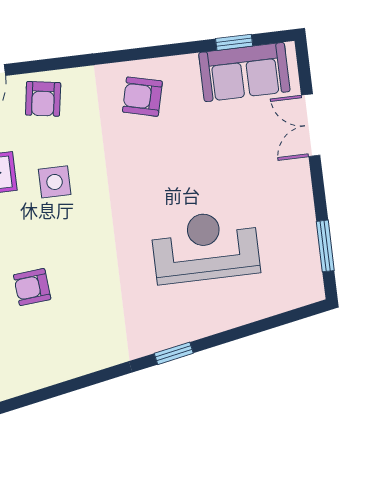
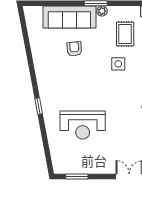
reception desk: (205, 247) -> (83, 125), turned 90

